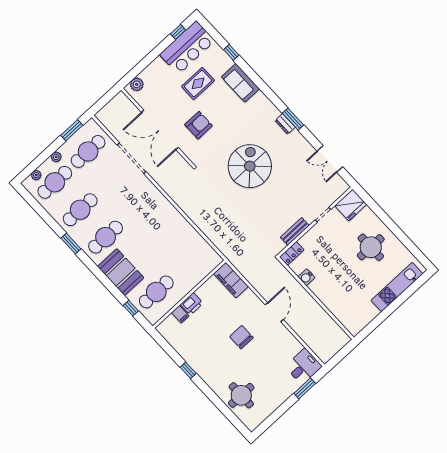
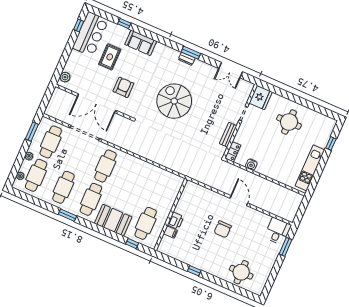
cafe table: (139, 206) -> (105, 166), added
filing cabinet: (231, 280) -> (197, 191), removed
kitchen unit: (397, 287) -> (310, 168), moved
window: (408, 293) -> (331, 143), added
chair: (241, 337) -> (223, 229), turned -90

